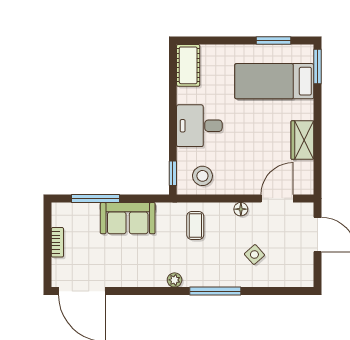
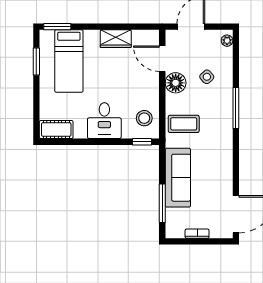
floor lamp: (241, 209) -> (176, 83), width x1.89, depth x1.89
sofa: (128, 218) -> (178, 178), width x1.36
coffee table: (195, 225) -> (184, 124), width x1.36, depth x1.30
plant: (175, 280) -> (227, 41), moved

